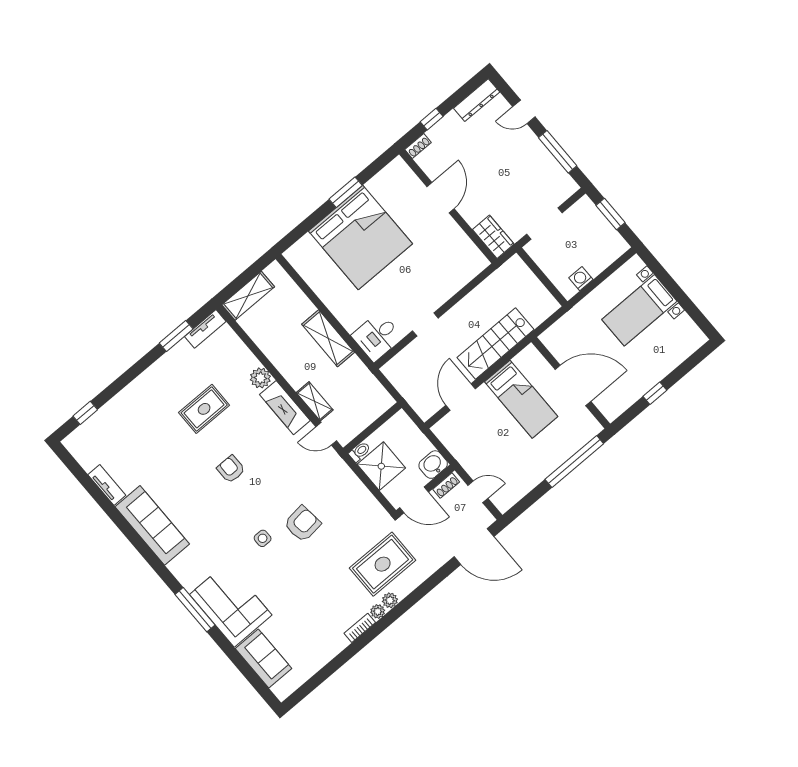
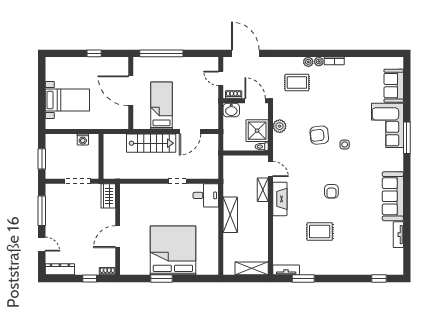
plant: (260, 378) -> (280, 126), moved
rug: (383, 564) -> (297, 83), width x0.73, depth x0.70

